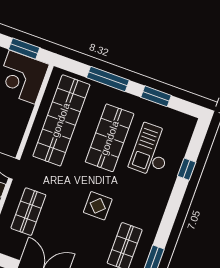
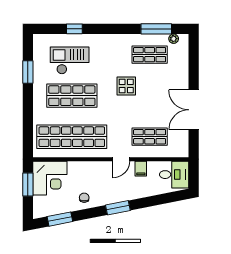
window: (108, 79) -> (28, 113), removed
checkout: (152, 150) -> (70, 60), turned 180

